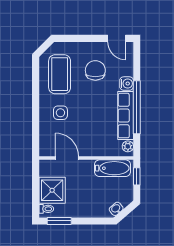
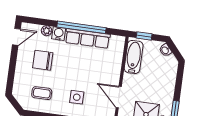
coffee table: (60, 74) -> (42, 93), width x0.54, depth x0.58
plant: (128, 146) -> (47, 31), moved
door: (67, 158) -> (119, 97), hinge flipped
washbasin: (116, 209) -> (165, 50), moved

